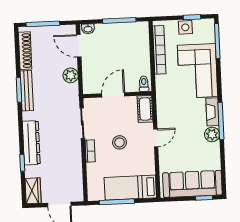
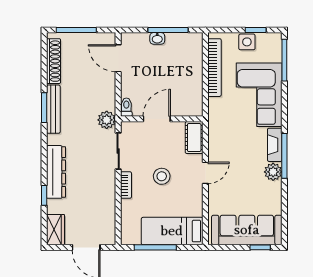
washbasin: (88, 29) -> (157, 38), moved
plant: (71, 75) -> (107, 120), moved
toilet: (144, 84) -> (126, 107), moved

